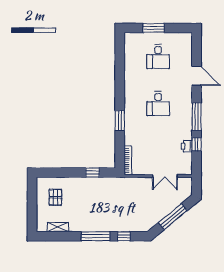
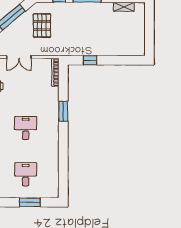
double door: (165, 176) -> (19, 57), swing flipped
pallet: (55, 197) -> (42, 26), moved, width x1.50, depth x1.42

